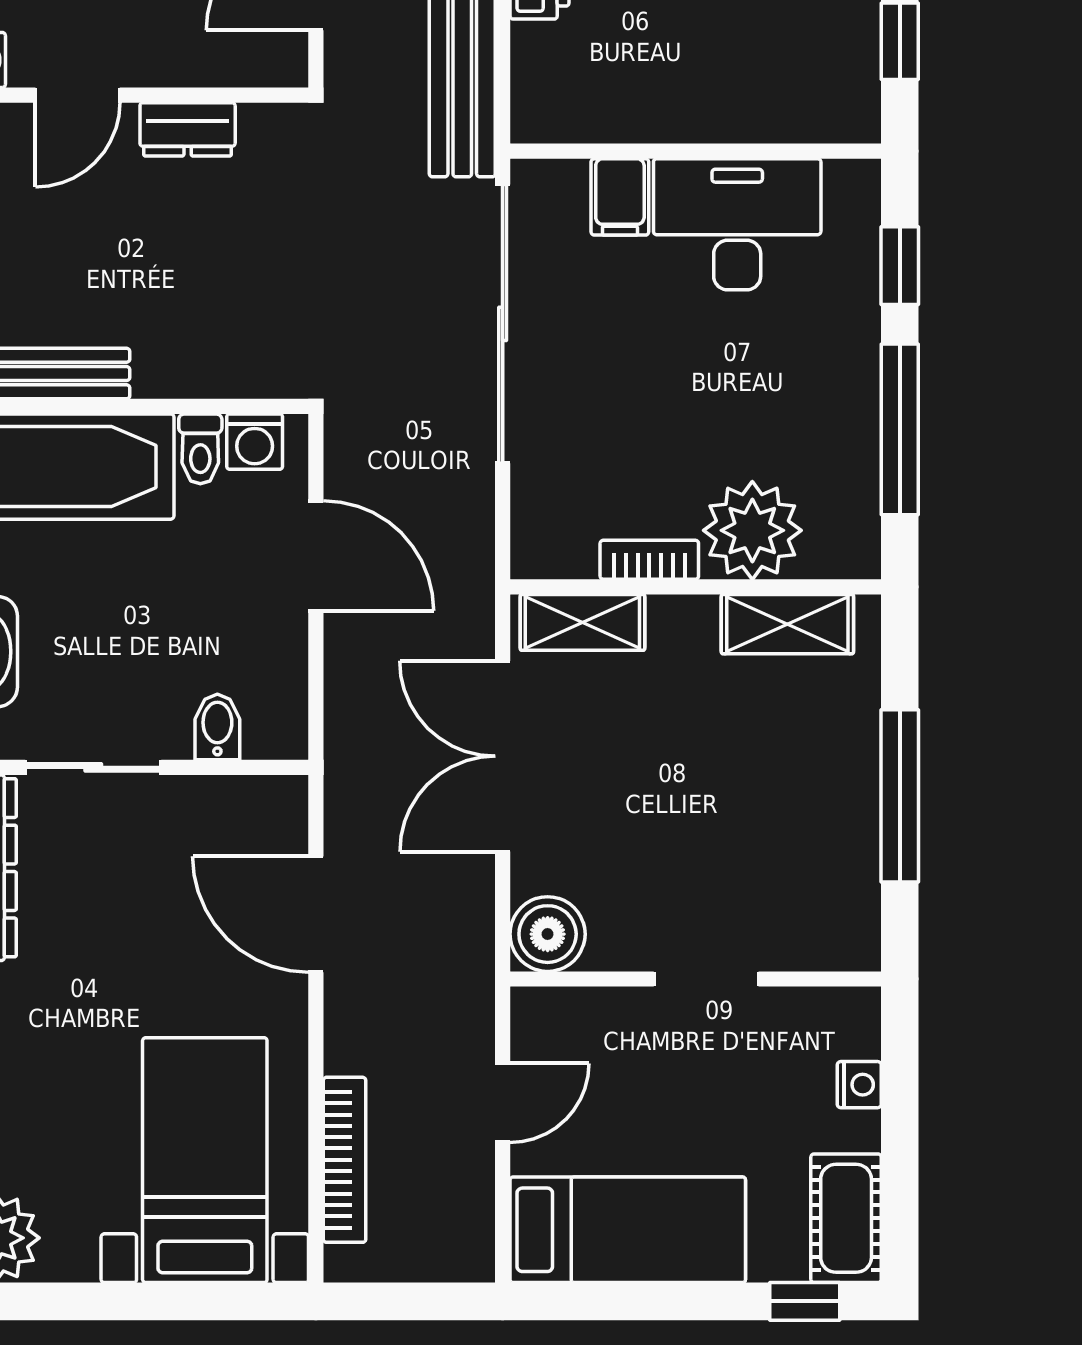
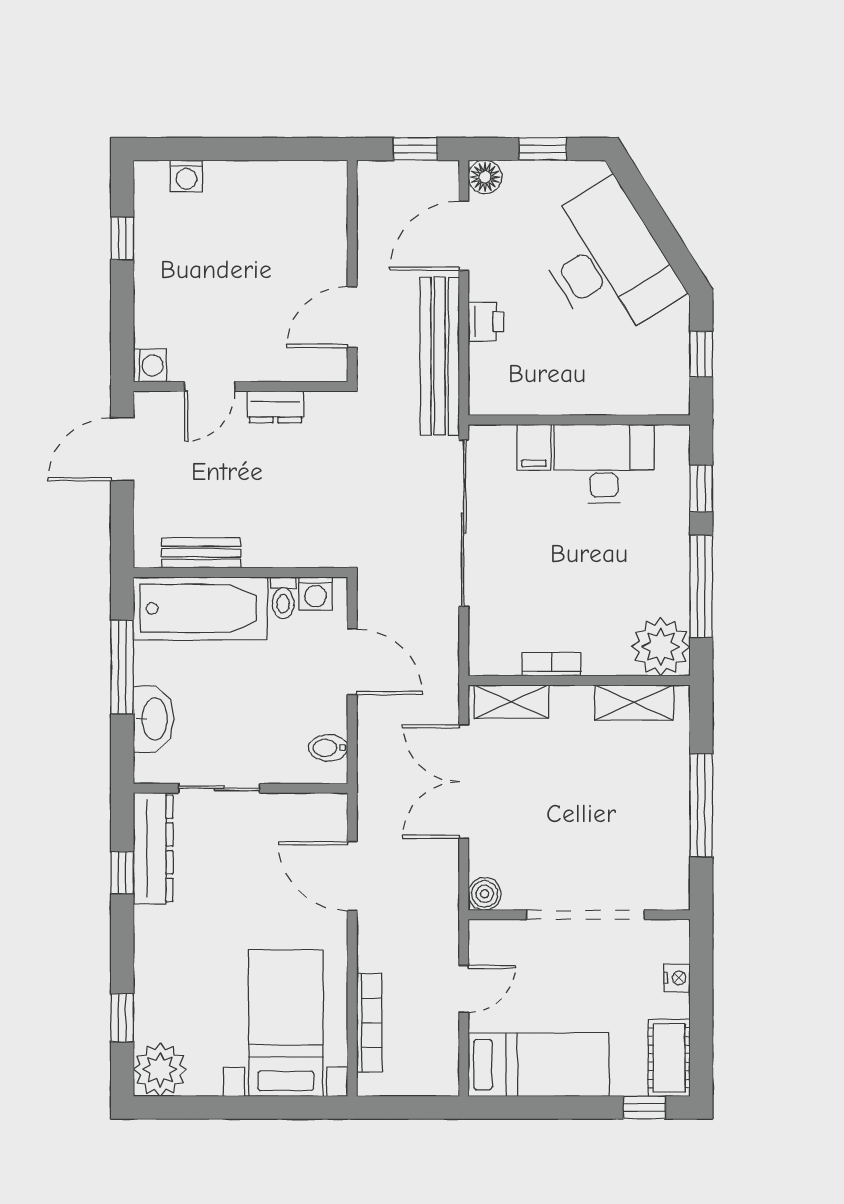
plant: (752, 530) -> (661, 647), moved
bidet: (217, 727) -> (328, 748), moved, turned -90
boiler: (548, 934) -> (485, 894), width x0.73, depth x0.73
doorway: (706, 979) -> (585, 915), width x1.88

